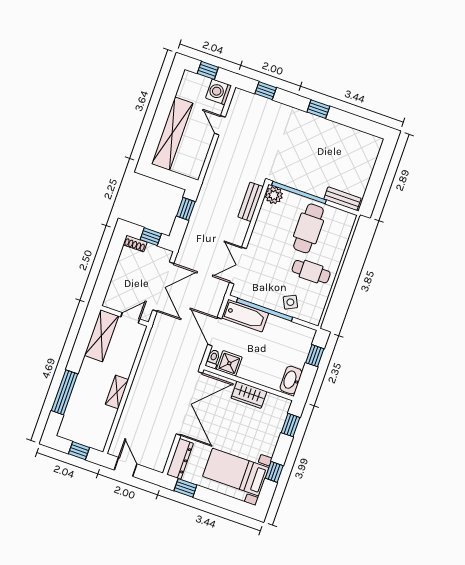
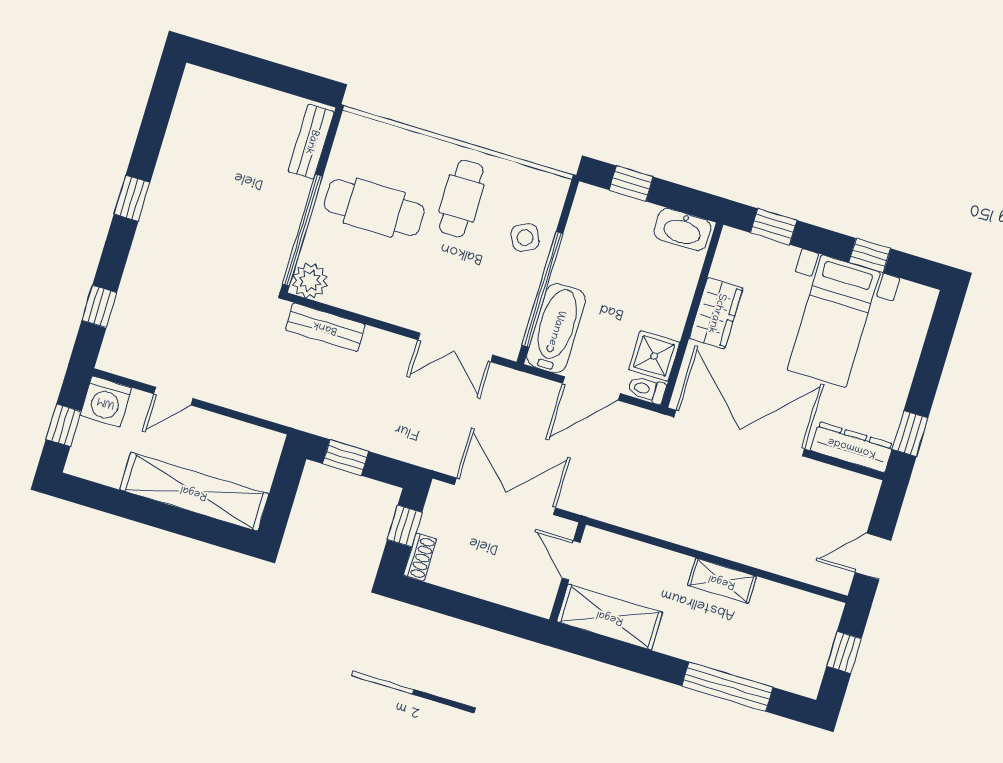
bed with nightstands: (236, 472) -> (834, 321), moved

